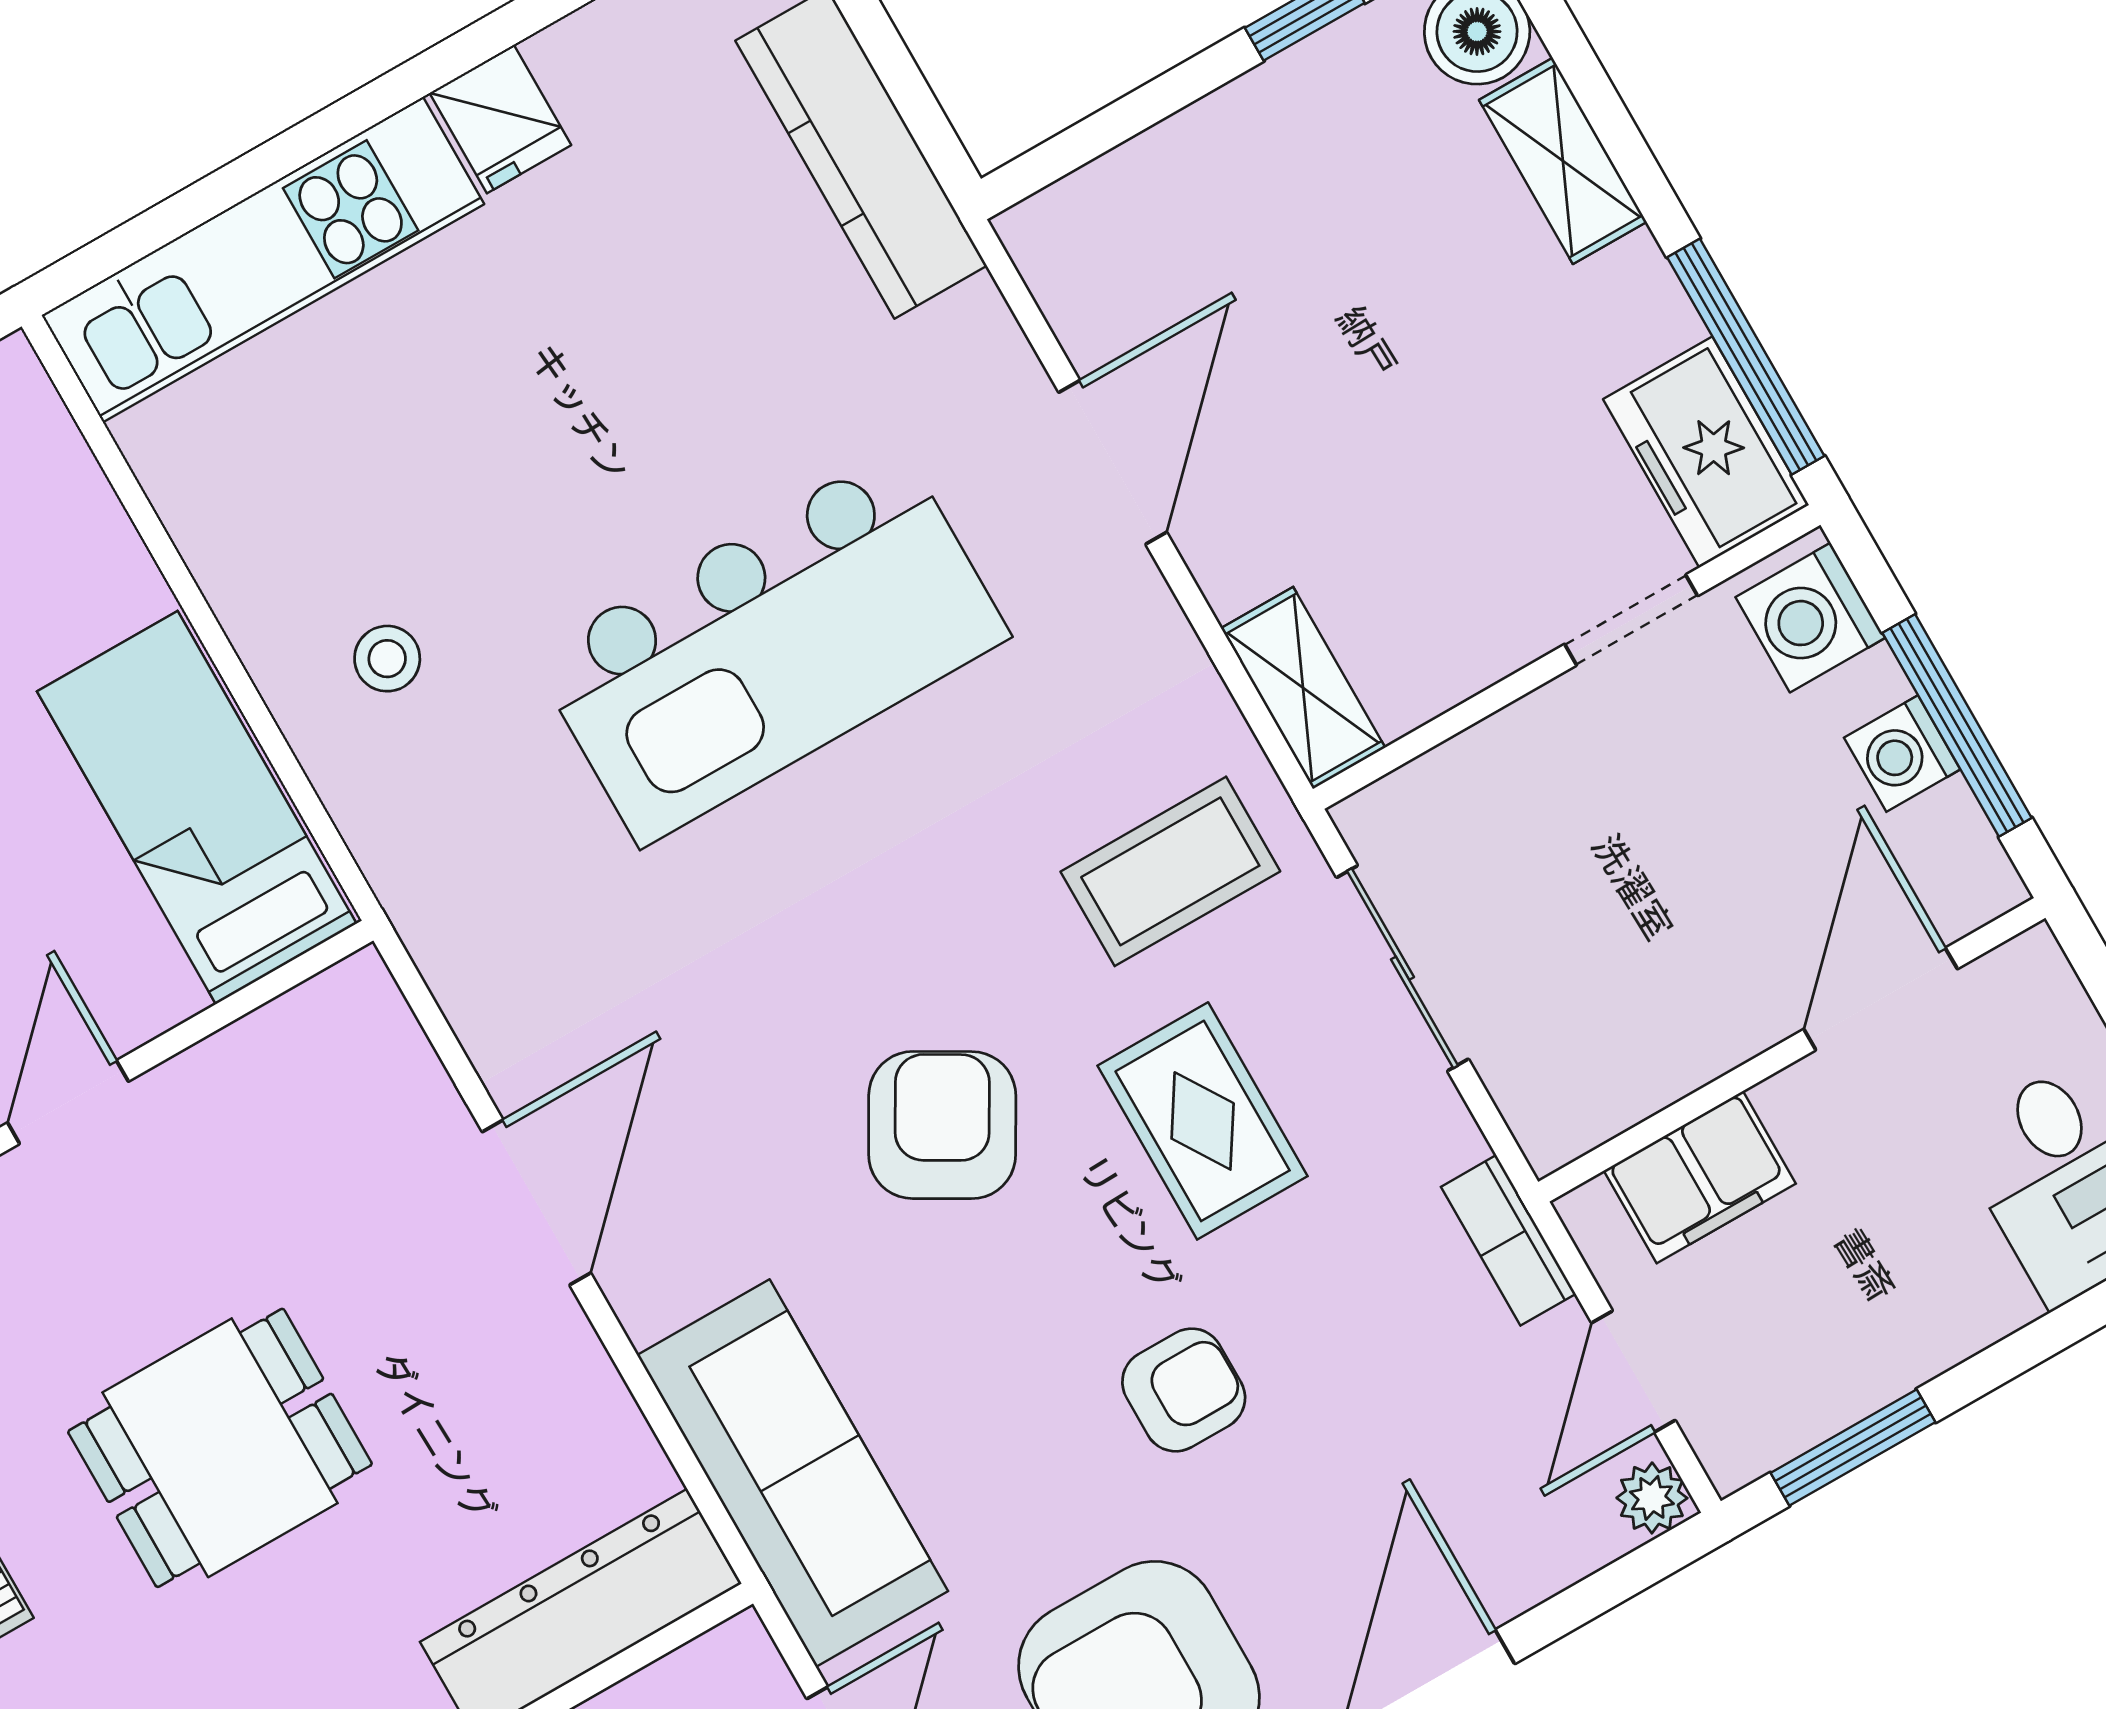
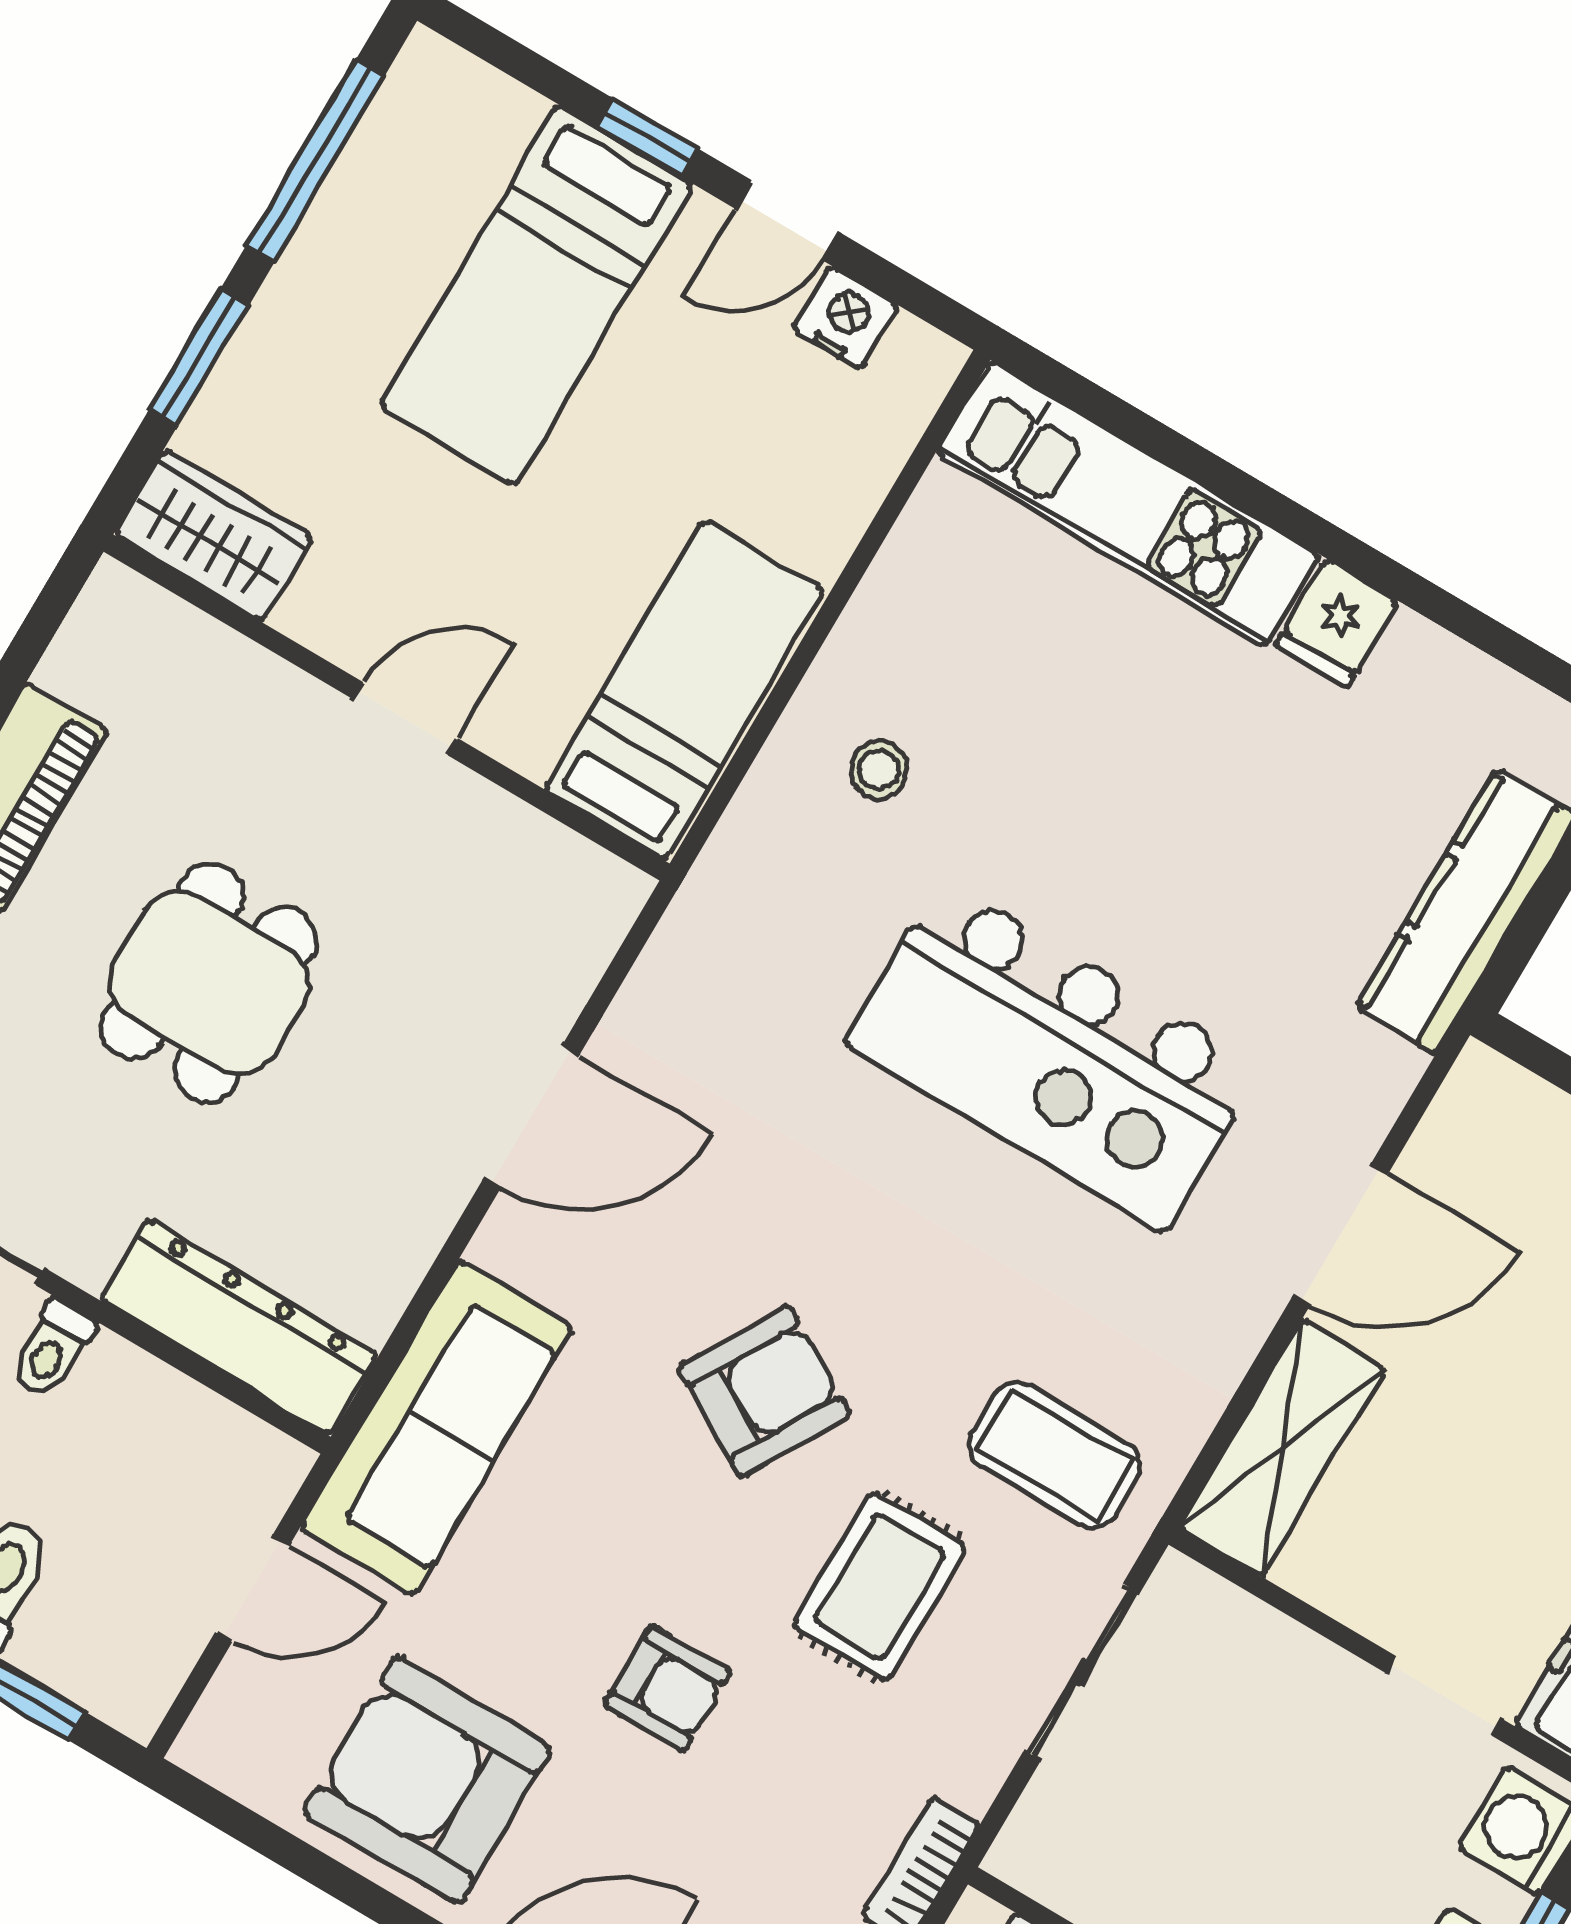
shelving: (1303, 688) -> (1282, 1448), width x1.50, depth x1.33
dining table: (220, 1448) -> (209, 983), turned 90

